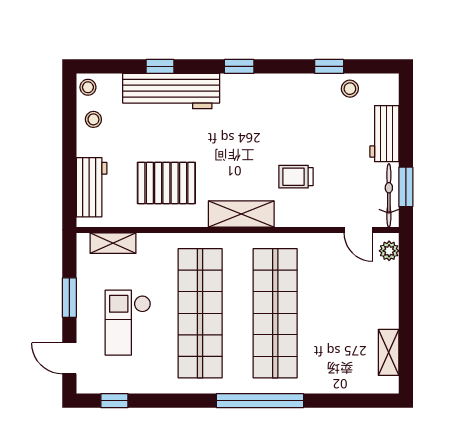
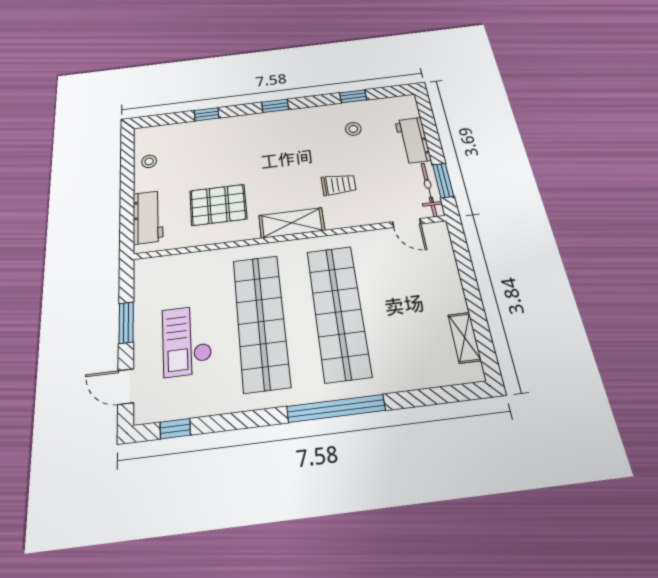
stool: (88, 87) -> (144, 137), removed
stool: (350, 89) -> (353, 129), moved
workbench: (171, 91) -> (218, 131), removed
trolley: (296, 177) -> (339, 185), turned 180
shelving: (113, 243) -> (169, 264), removed
plant: (389, 251) -> (441, 238), removed

